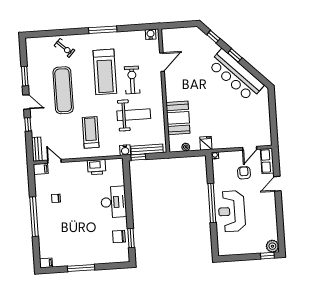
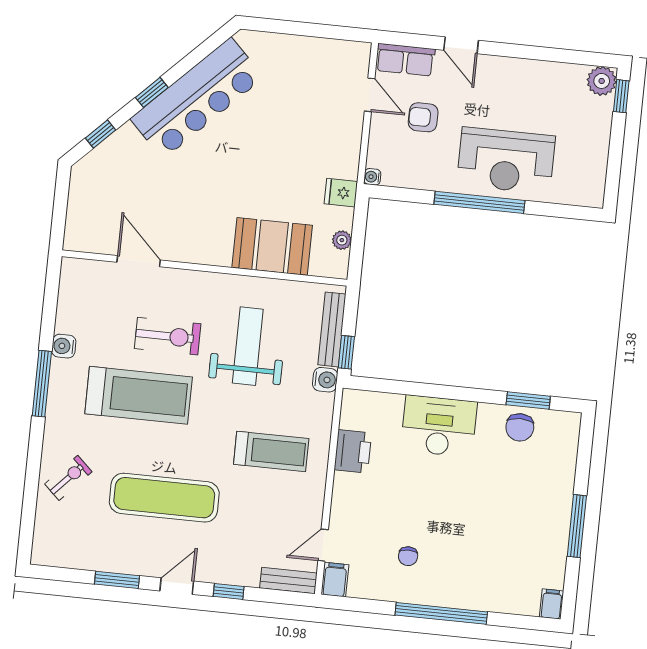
water cooler: (151, 34) -> (64, 346), moved
exercise bike: (132, 80) -> (168, 336), turned 180
treadmill: (91, 132) -> (271, 451), turned 180

